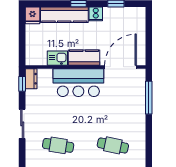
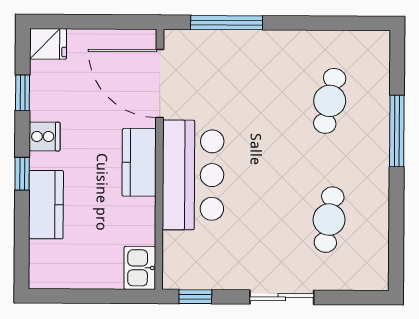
fridge: (32, 15) -> (48, 44), moved
kitchen counter: (64, 15) -> (46, 205), width x0.67
kitchen sink: (57, 58) -> (140, 268), moved
dresser: (31, 79) -> (184, 277), removed

